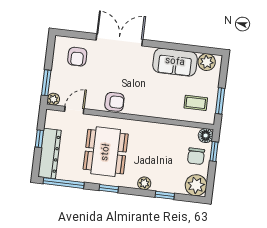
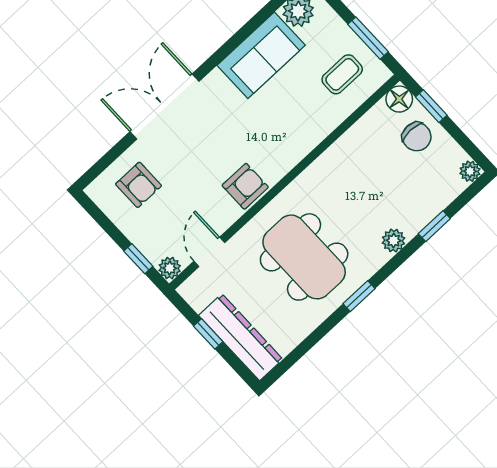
window: (46, 83) -> (138, 259), width x0.67
window: (64, 183) -> (298, 352), removed
plant: (196, 185) -> (470, 171), width x0.53, depth x0.53

